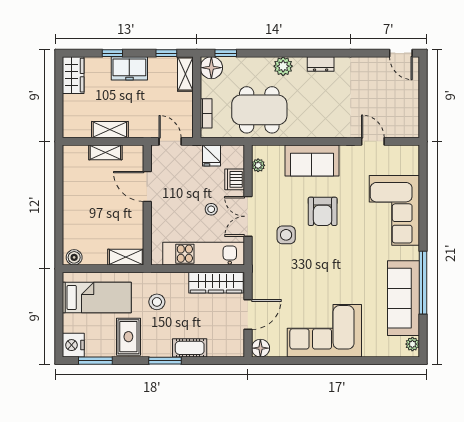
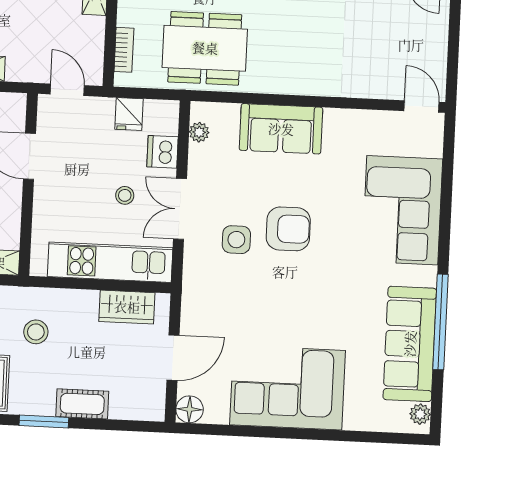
door: (373, 141) -> (422, 106), moved
armchair: (323, 211) -> (288, 229), moved, turned -90
wardrobe: (216, 283) -> (127, 307), width x0.67

